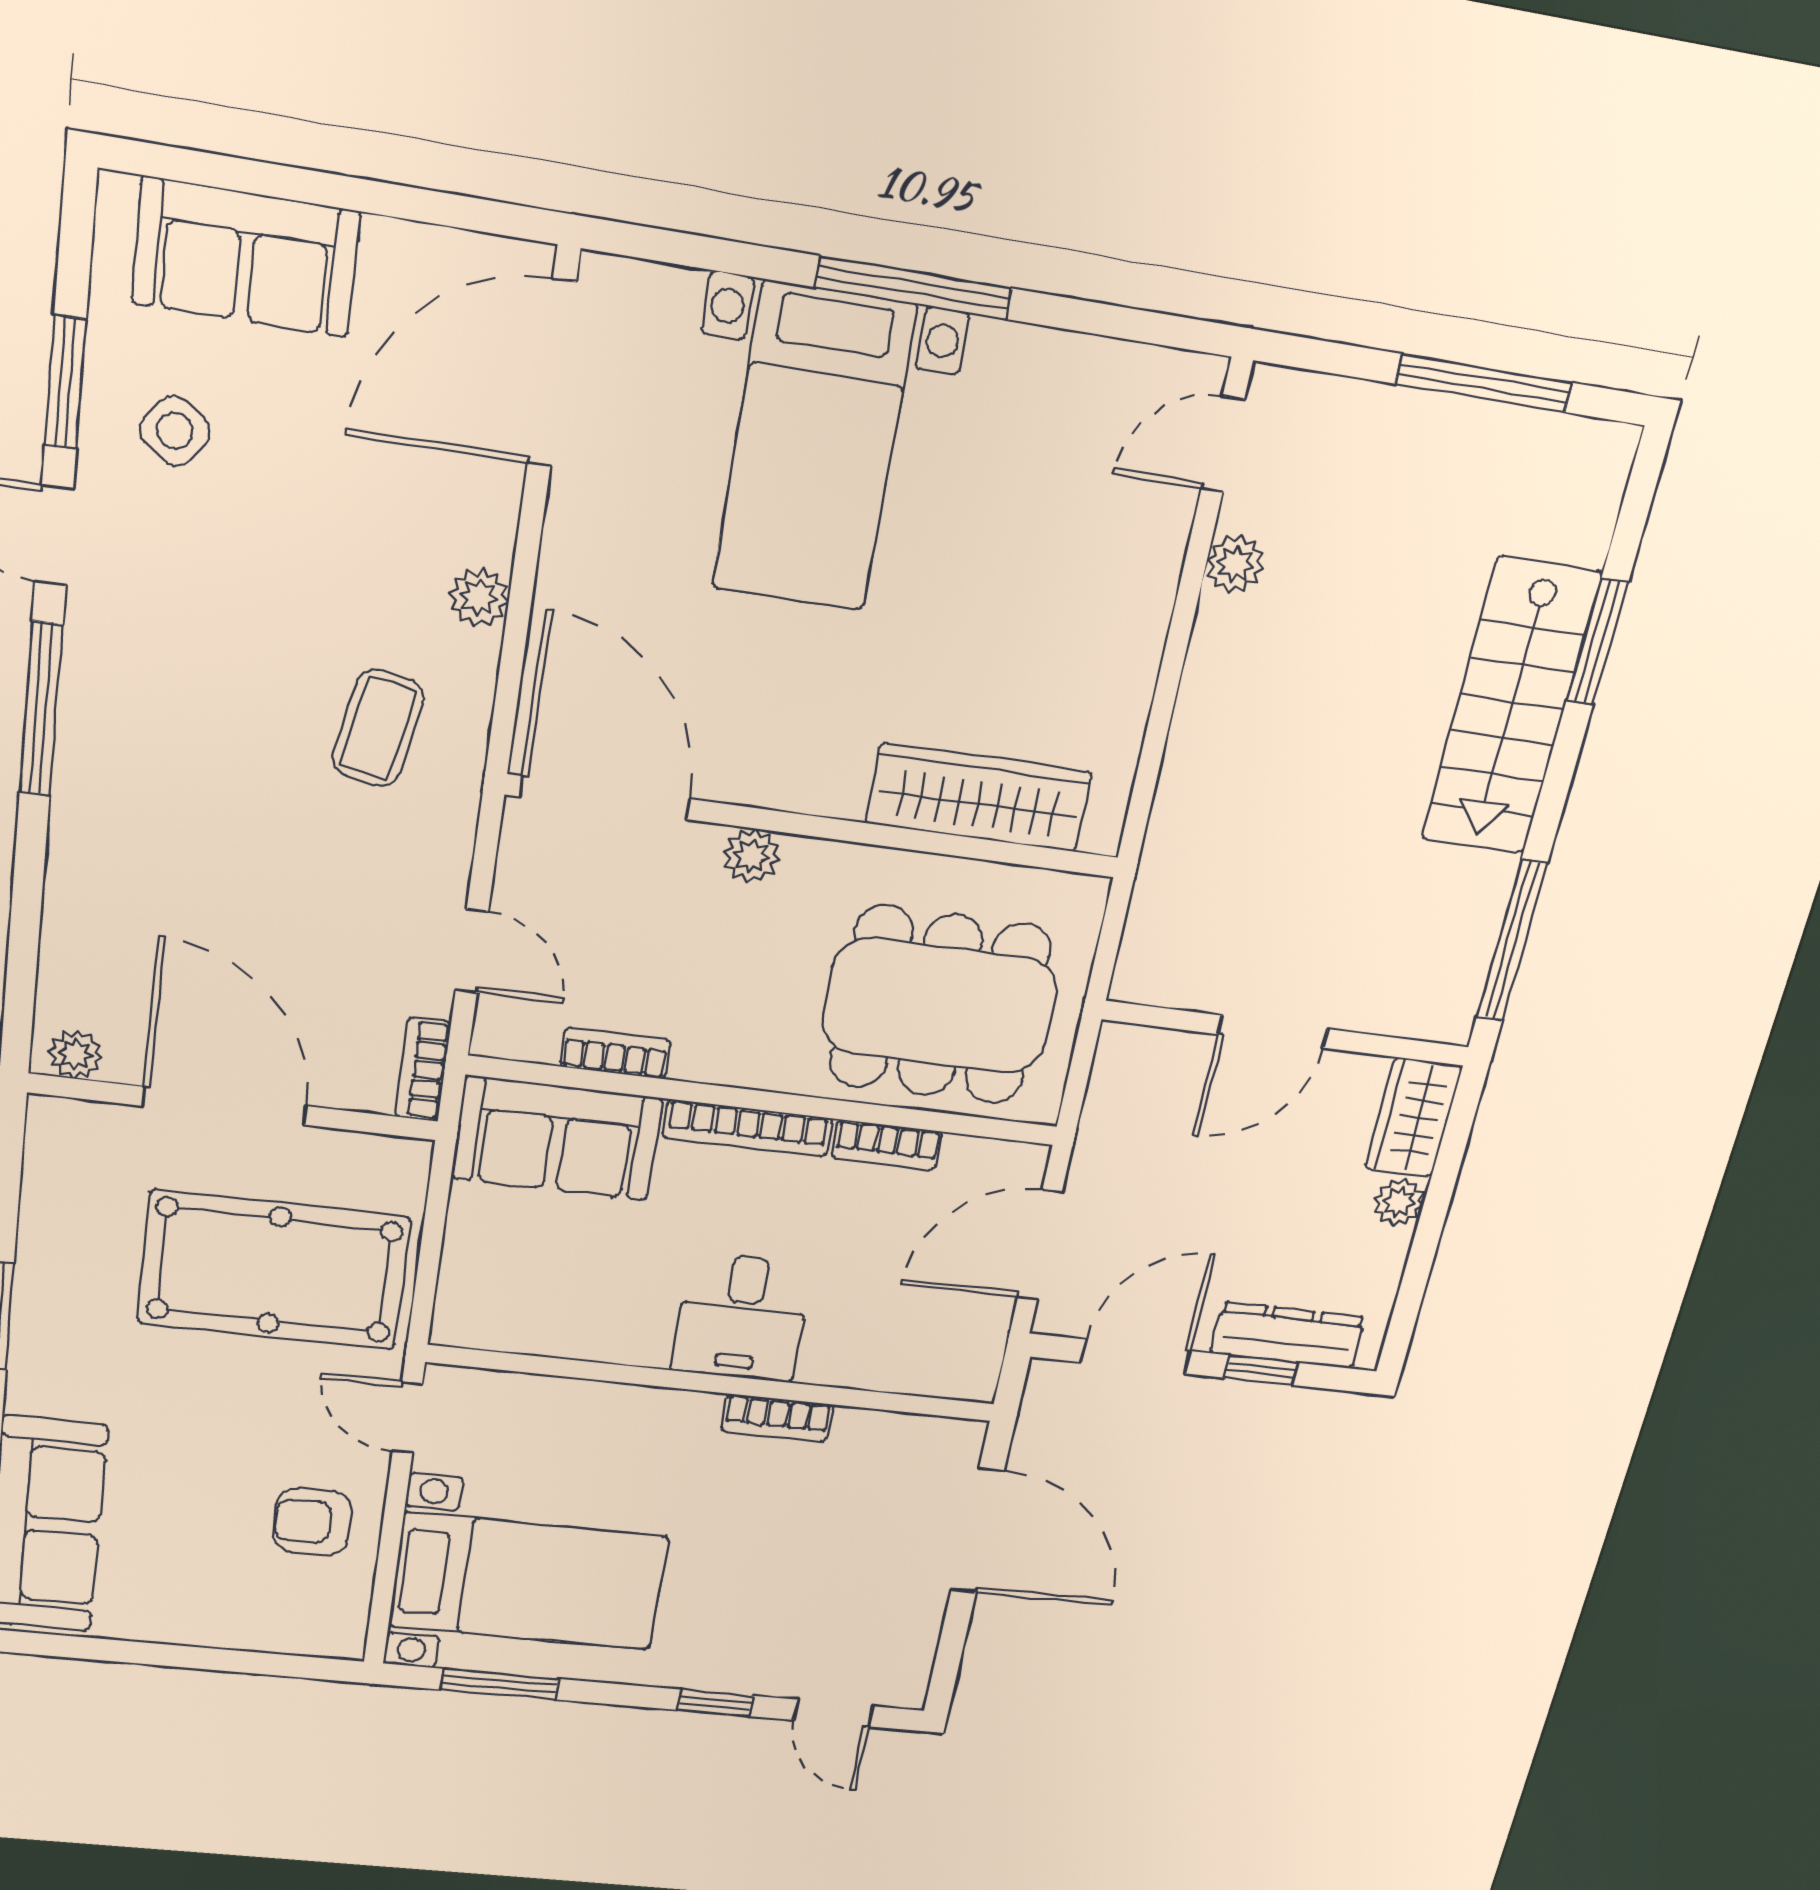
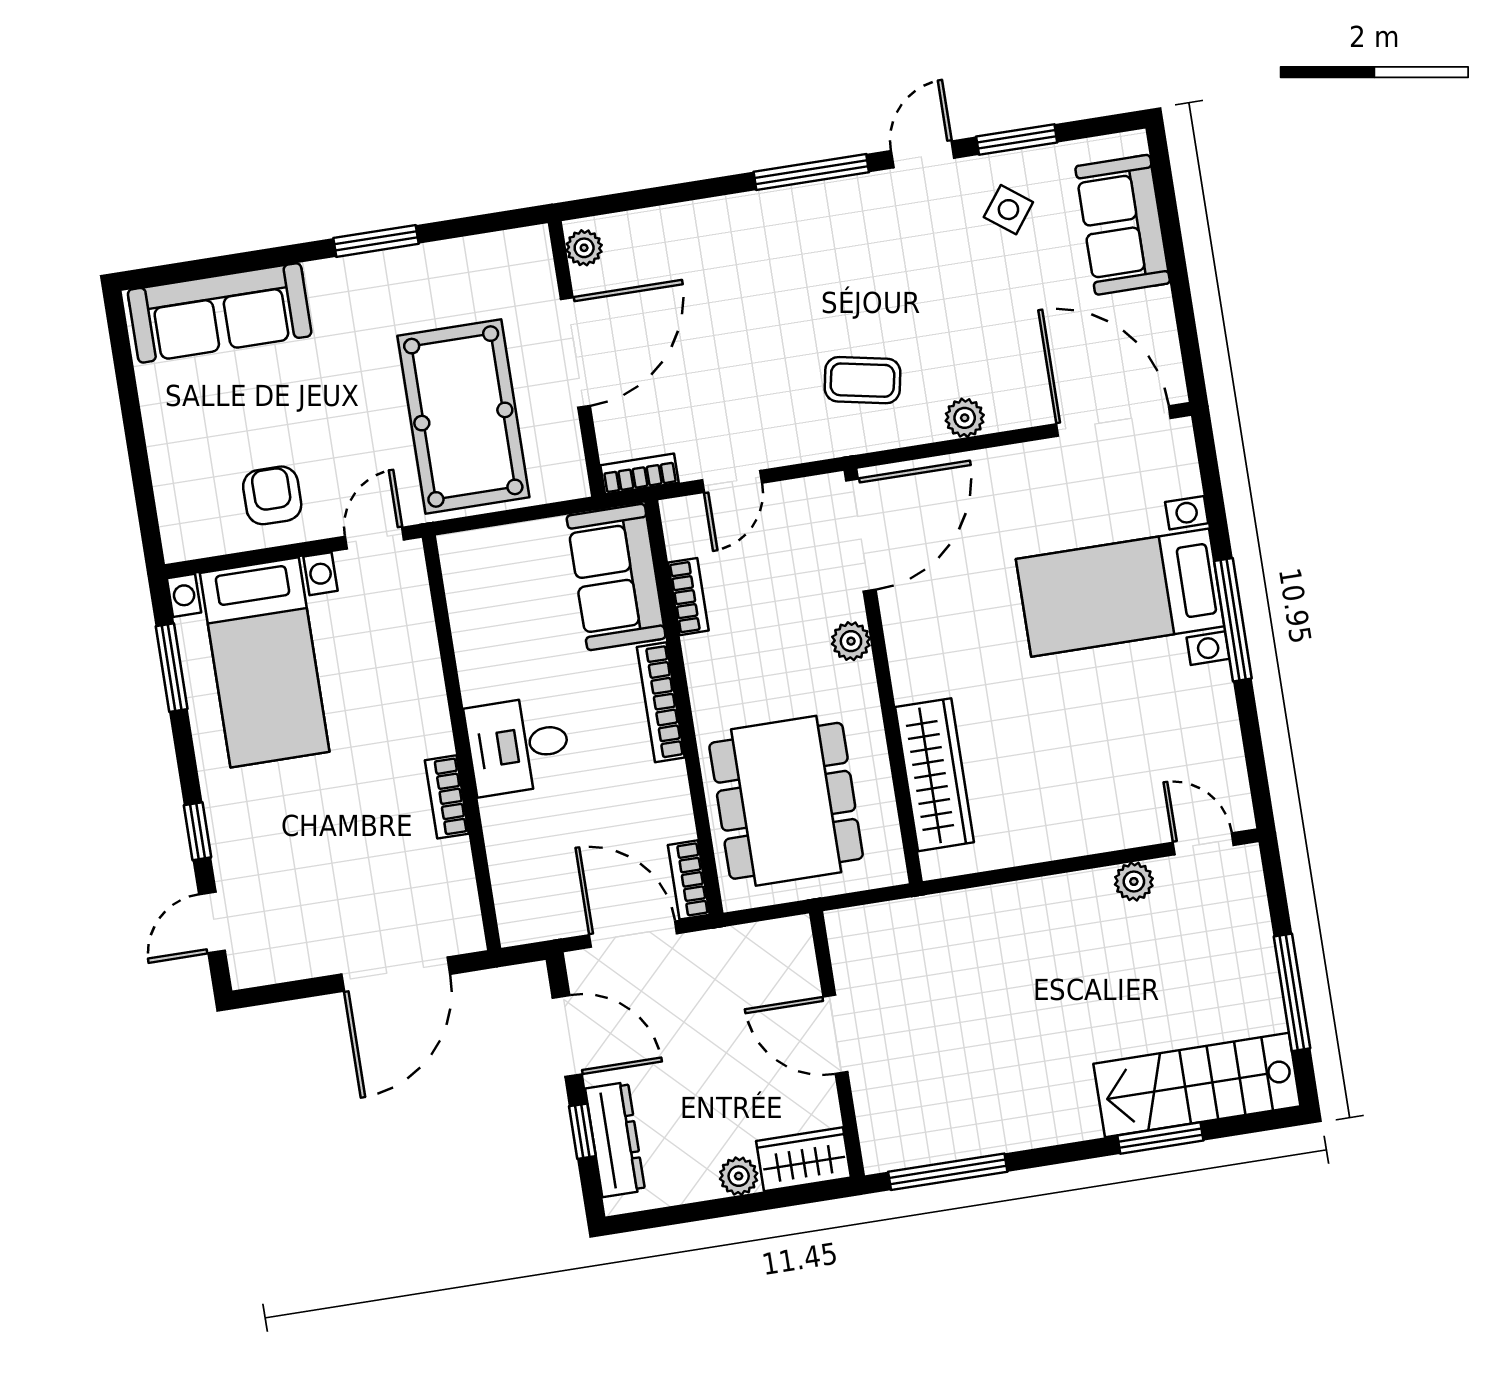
stairs: (1511, 707) -> (1197, 1085), moved
bookcase: (887, 1145) -> (689, 880), moved

